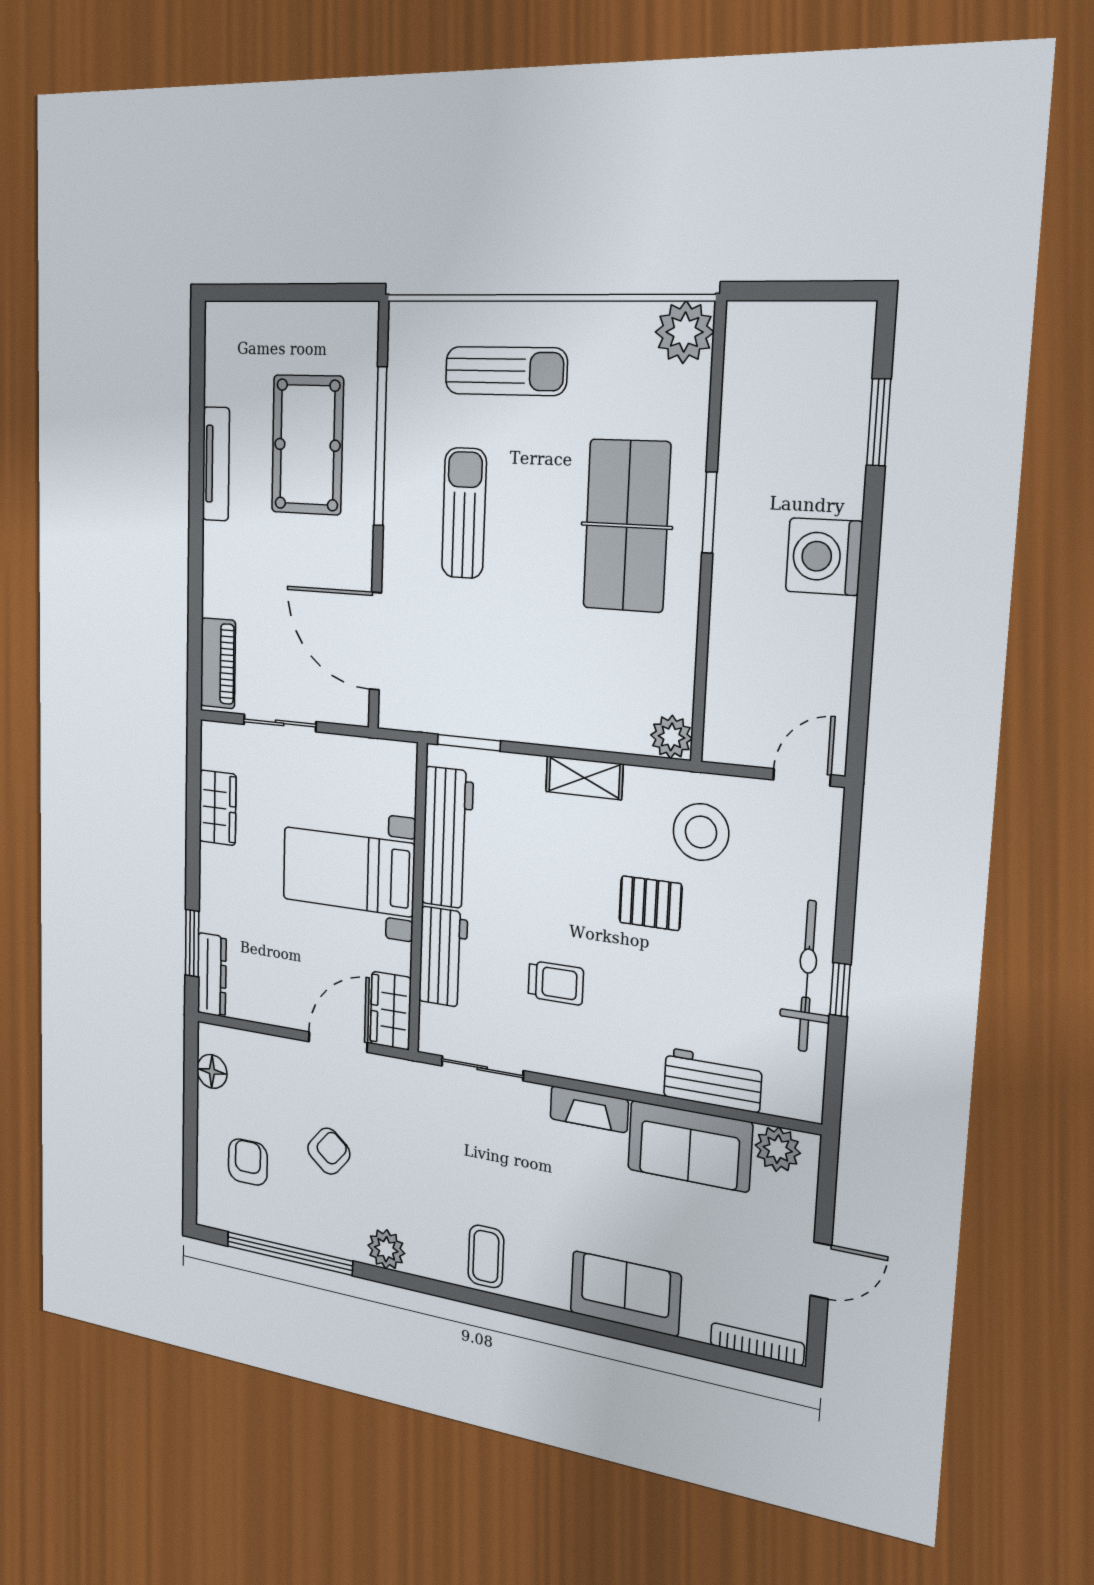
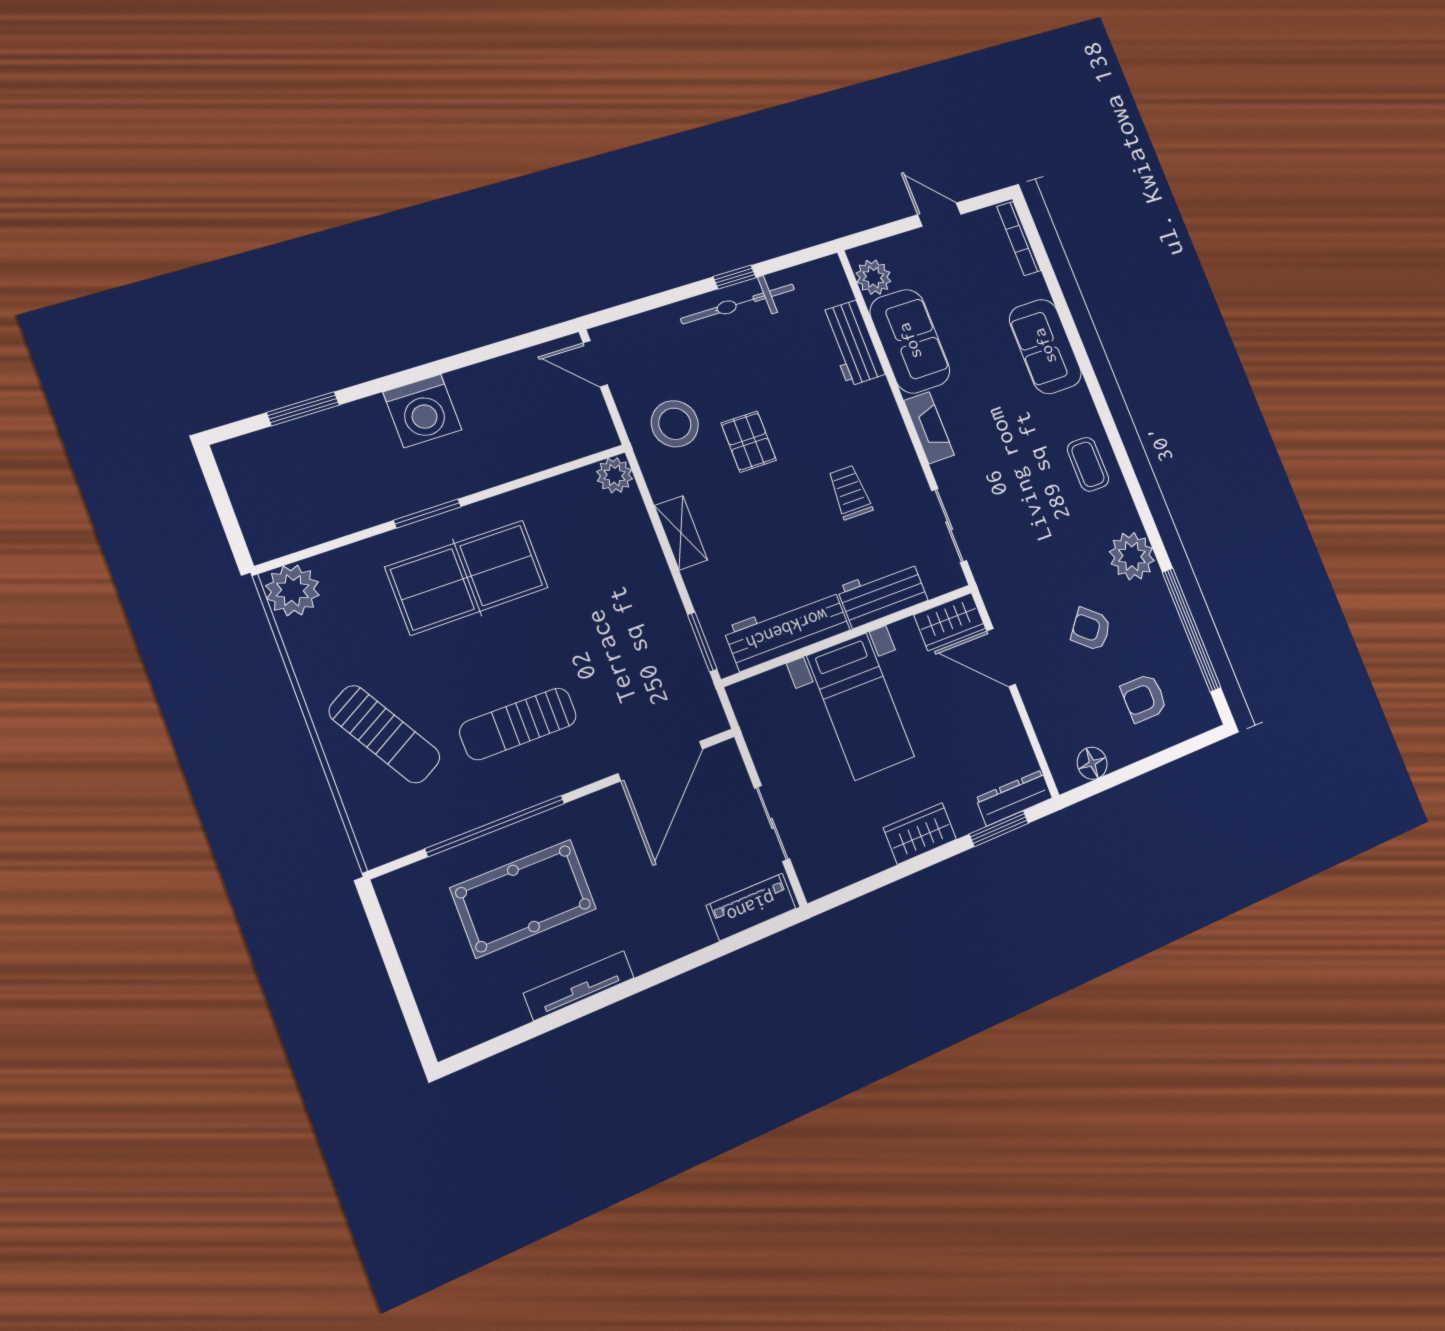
sun lounger: (506, 371) -> (385, 734), turned 150
wardrobe: (218, 808) -> (920, 833), moved
plant: (386, 1249) -> (1132, 556), width x1.36, depth x1.36
coffee table: (486, 1256) -> (1088, 464), turned 90

